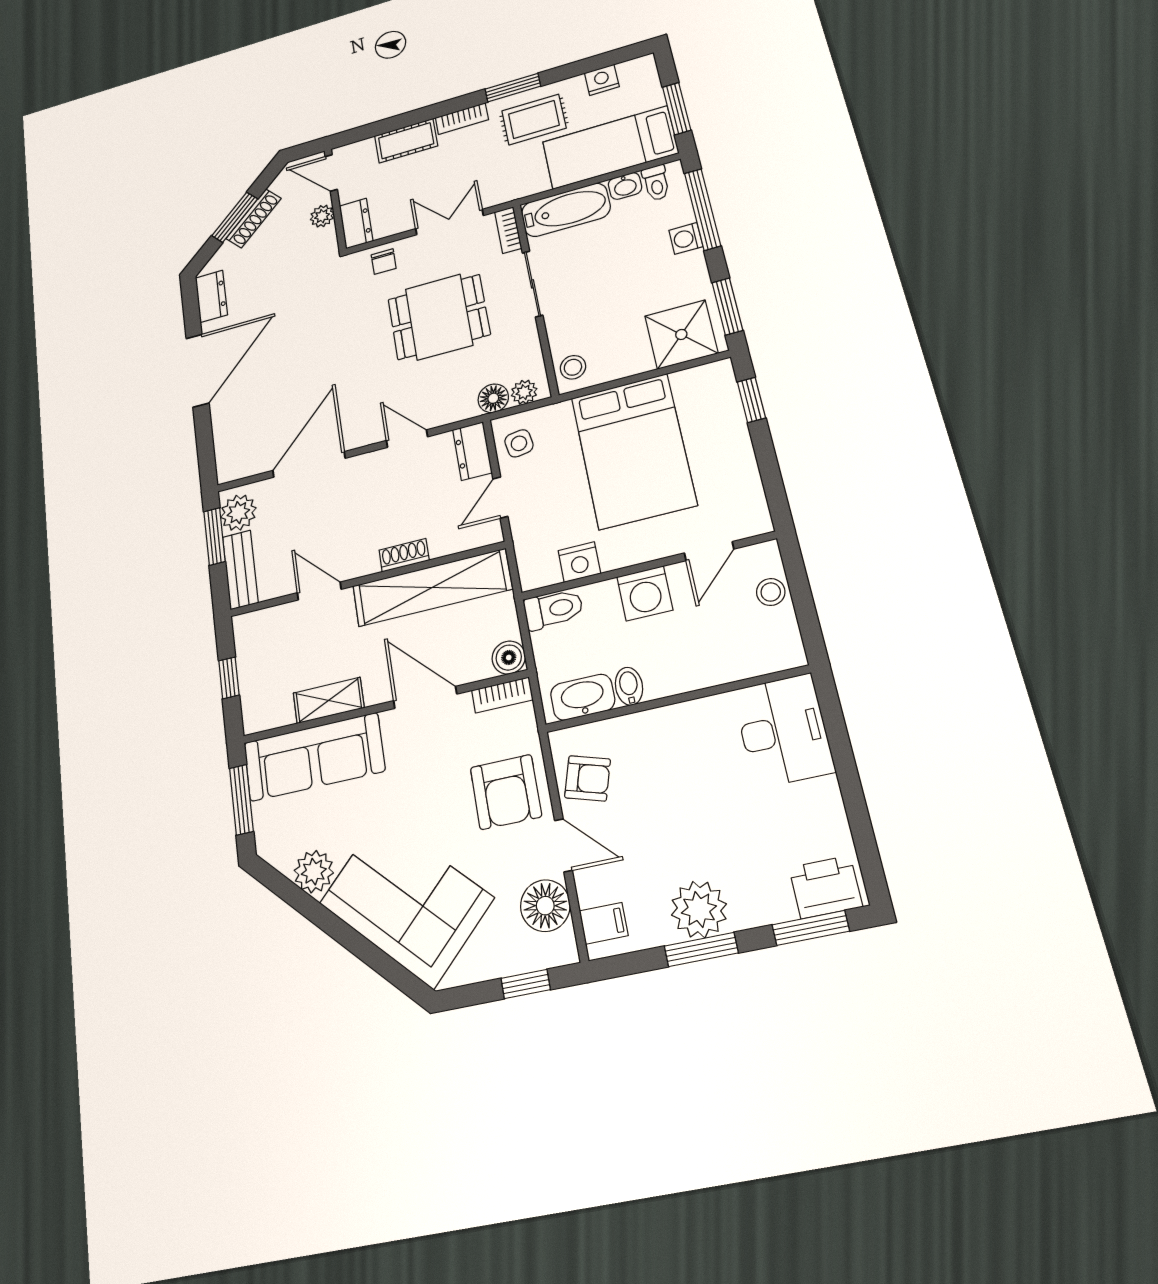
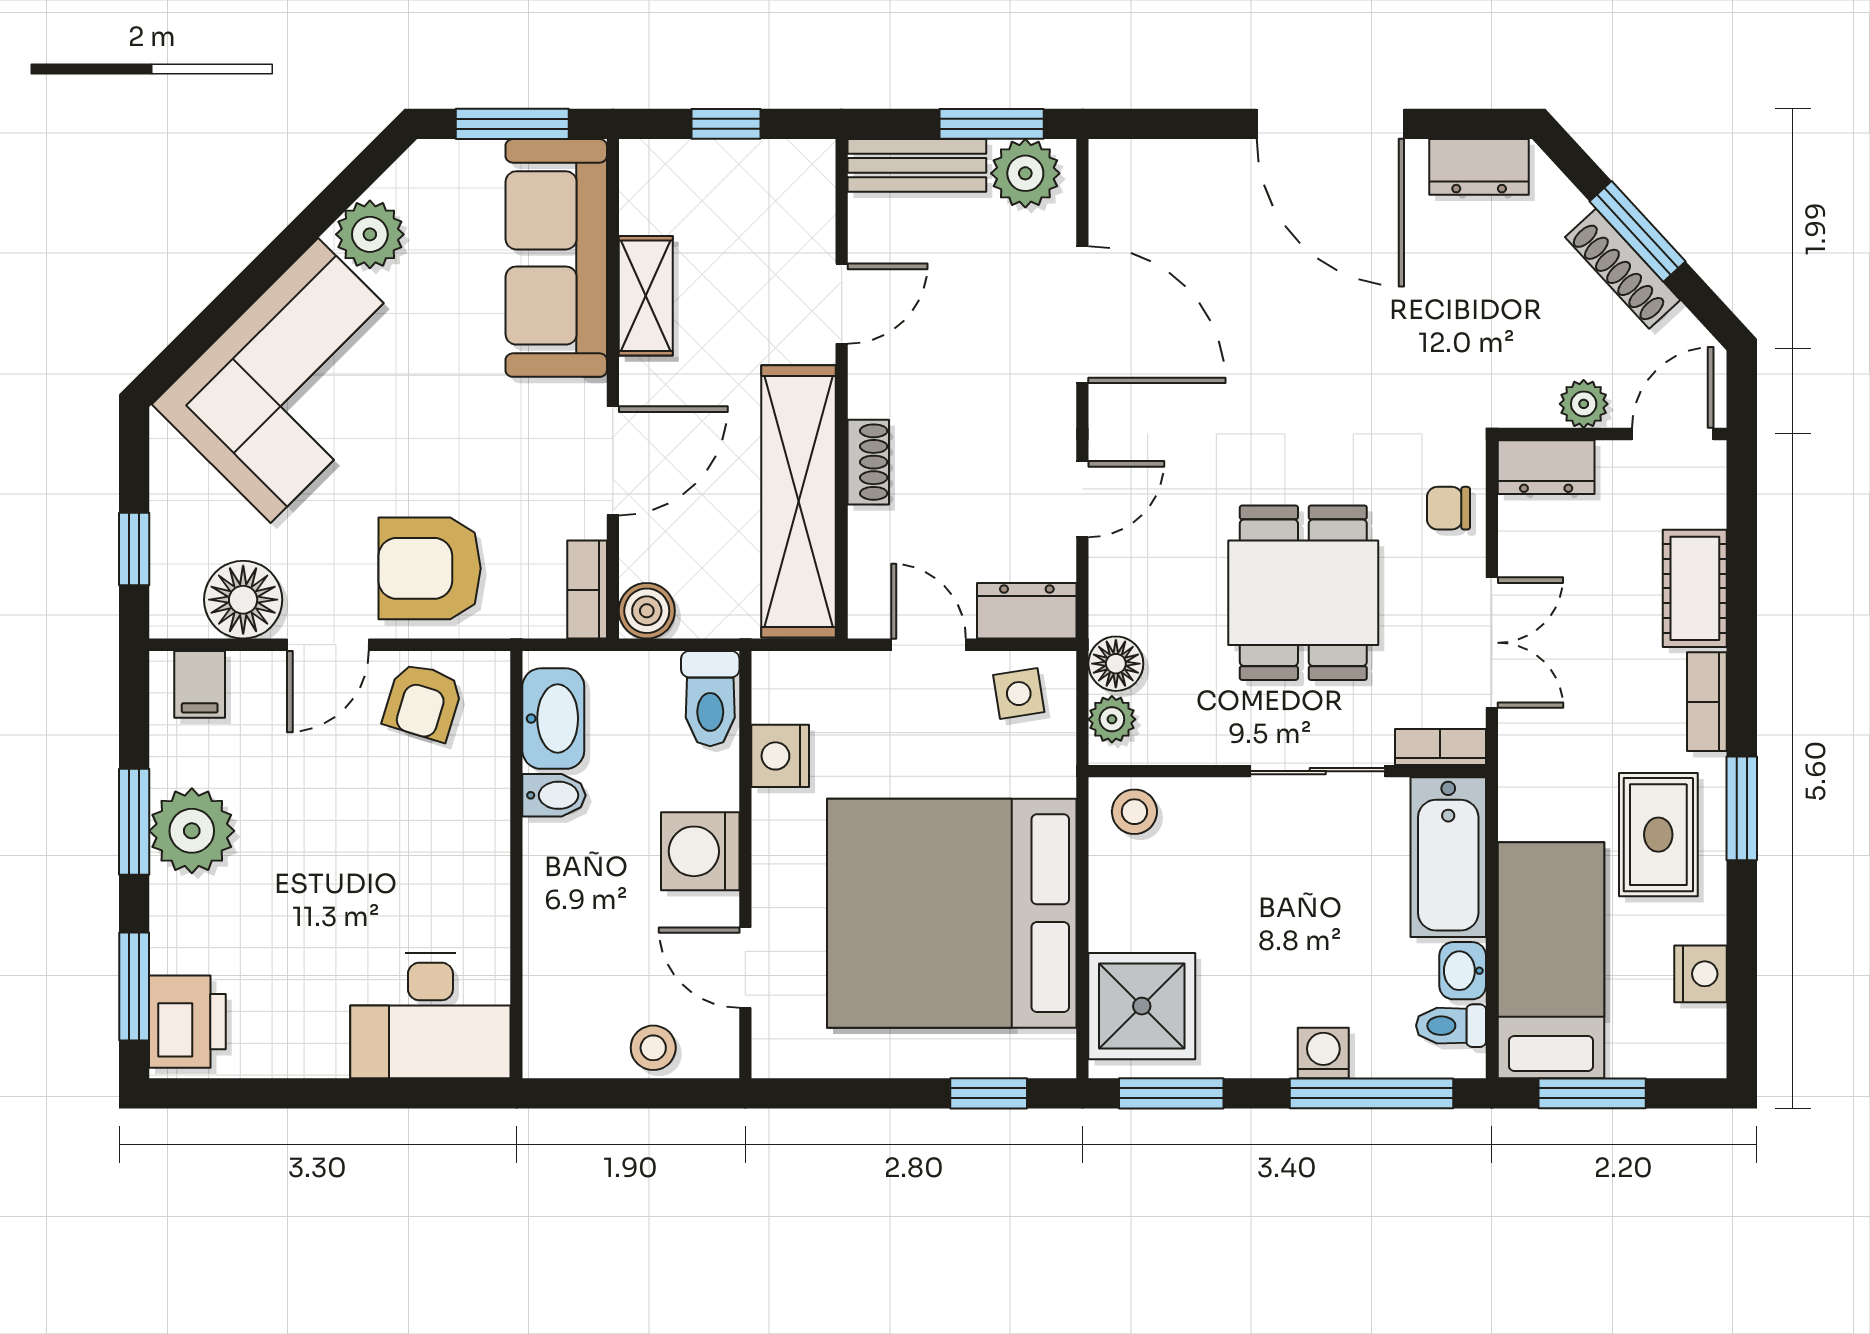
bed: (633, 451) -> (952, 913), width x1.36

